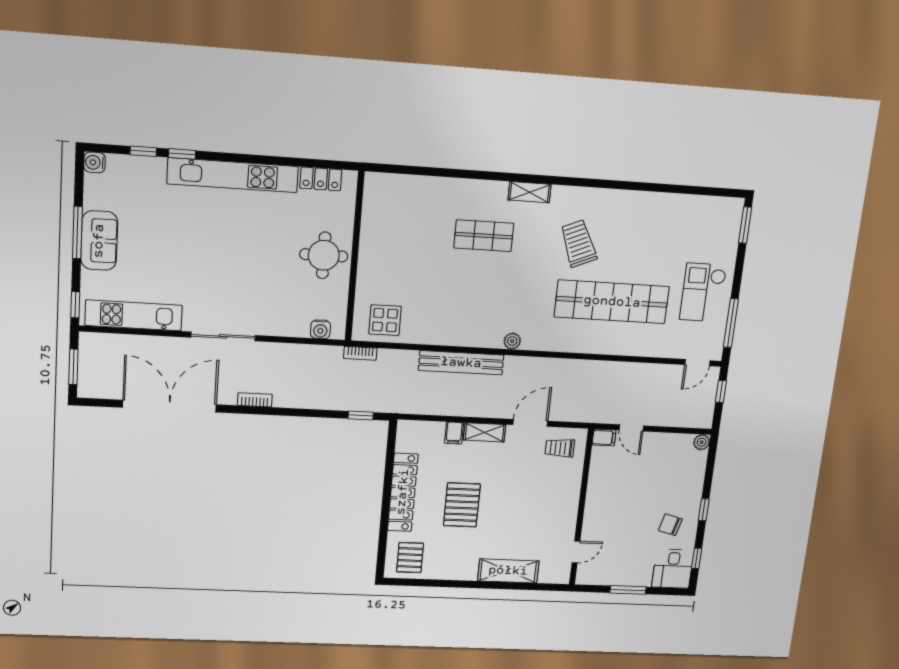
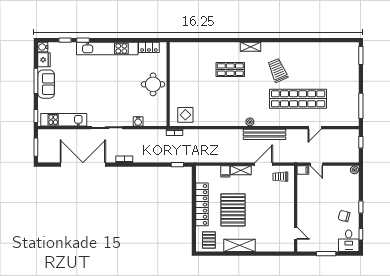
fridge: (96, 190) -> (44, 60), added
checkout: (703, 292) -> (344, 91), removed
water cooler: (320, 329) -> (138, 121), moved
bench: (461, 363) -> (264, 134), moved
door: (697, 363) -> (315, 128), moved
pallet: (462, 505) -> (233, 210), width x1.37, depth x1.41
door: (576, 552) -> (296, 233), hinge flipped
shelving: (508, 571) -> (240, 245), moved

